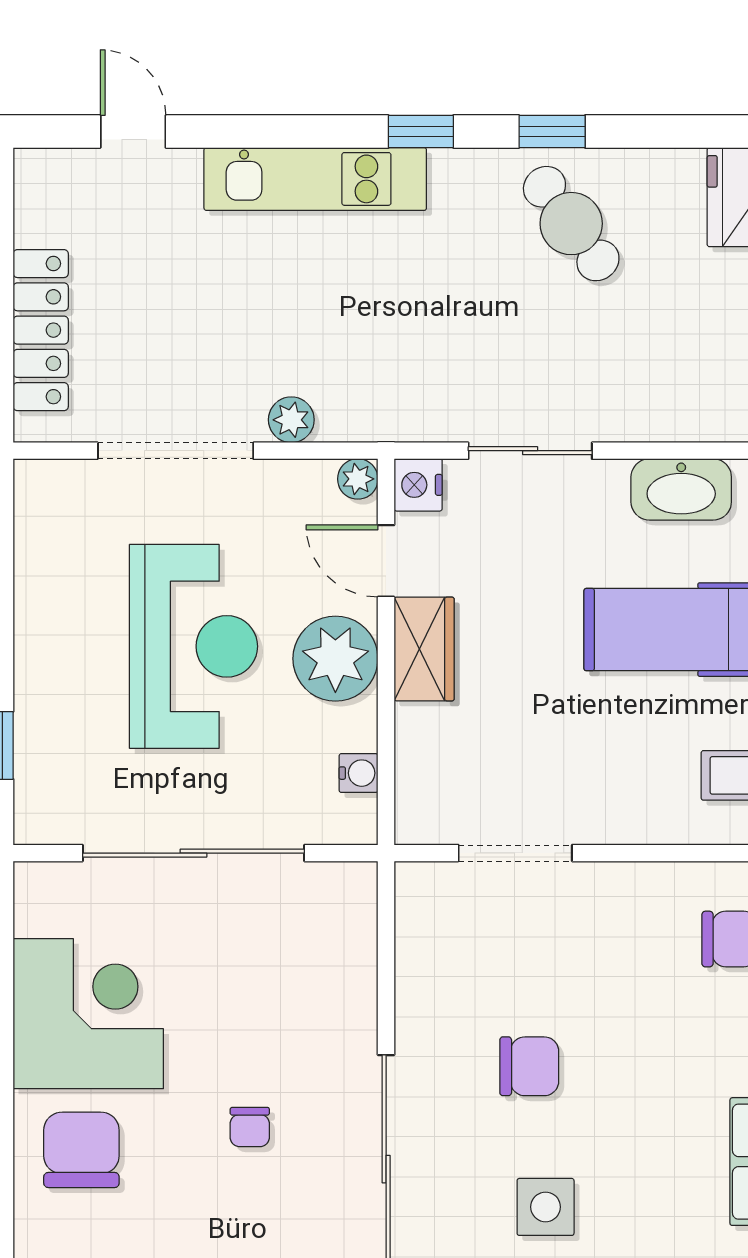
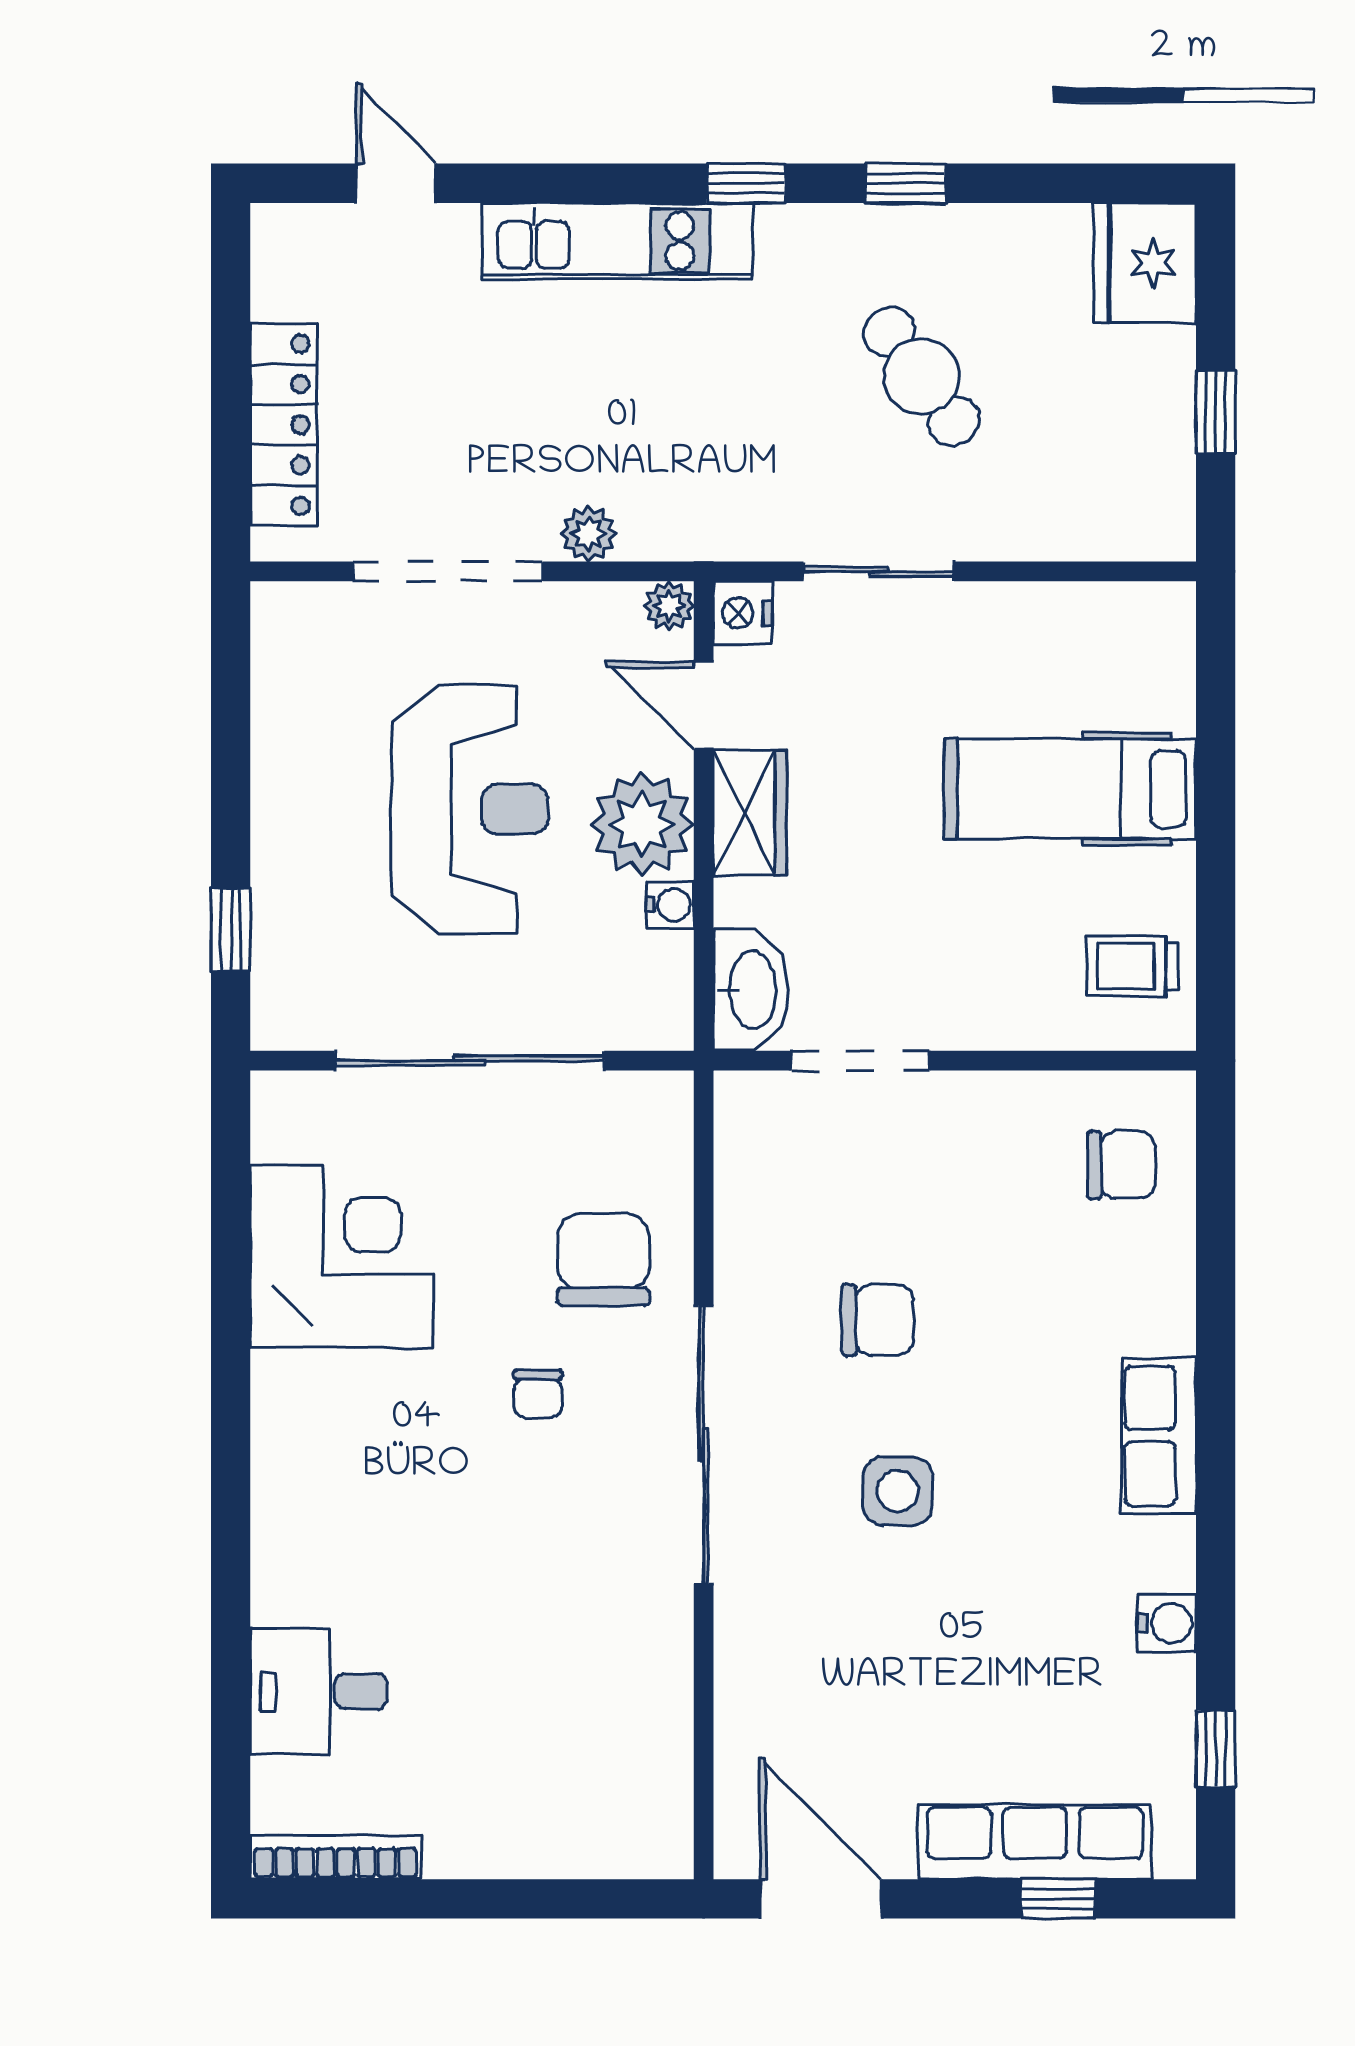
cafe table: (571, 224) -> (921, 376), moved
washbasin: (681, 489) -> (751, 990), moved, turned -90
water cooler: (359, 773) -> (670, 905), moved
chair: (81, 1150) -> (603, 1260), moved

